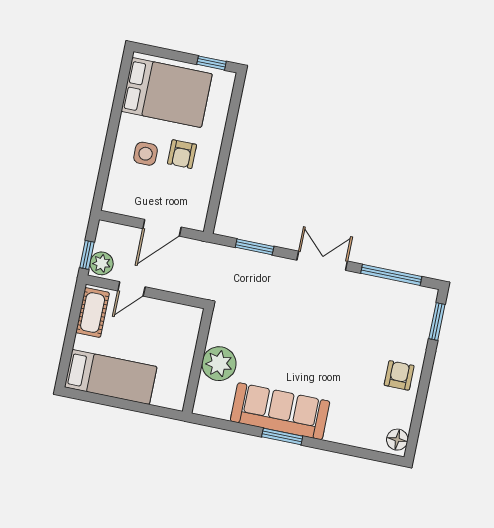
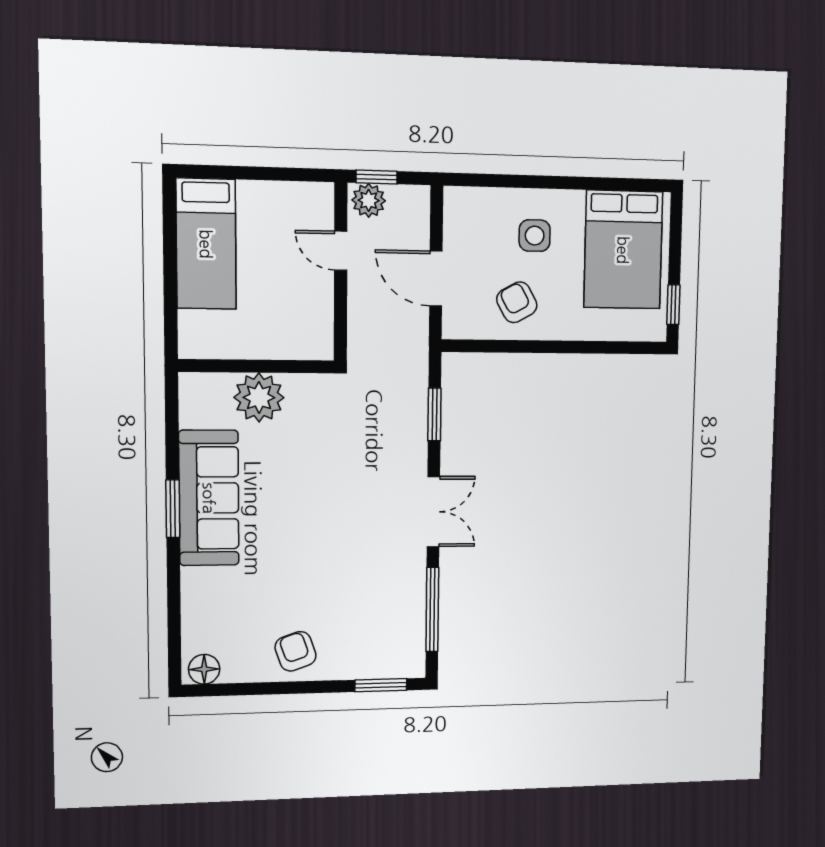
armchair: (182, 154) -> (517, 302), moved, turned 61
cot: (93, 313) -> (295, 200), removed
armchair: (399, 375) -> (296, 651), turned -109

